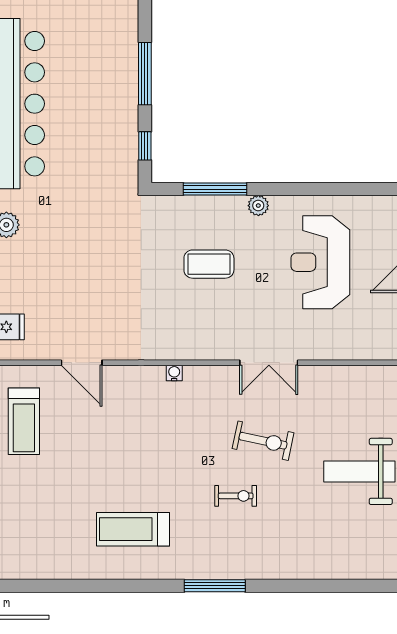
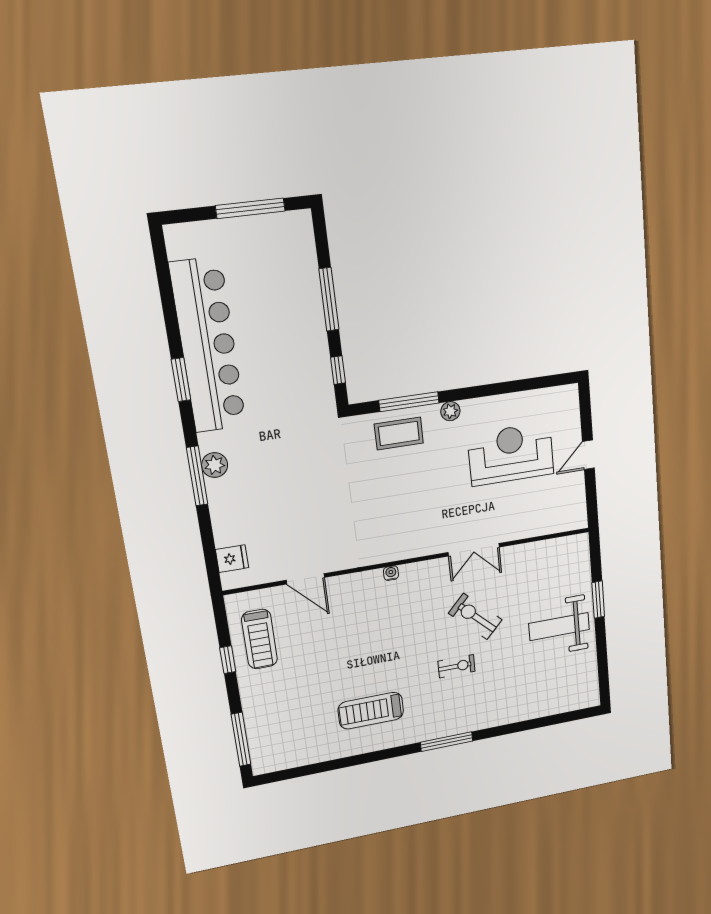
reception desk: (320, 262) -> (511, 454), turned 90
coffee table: (209, 264) -> (399, 433), moved
exercise bike: (263, 441) -> (475, 616), turned -148

